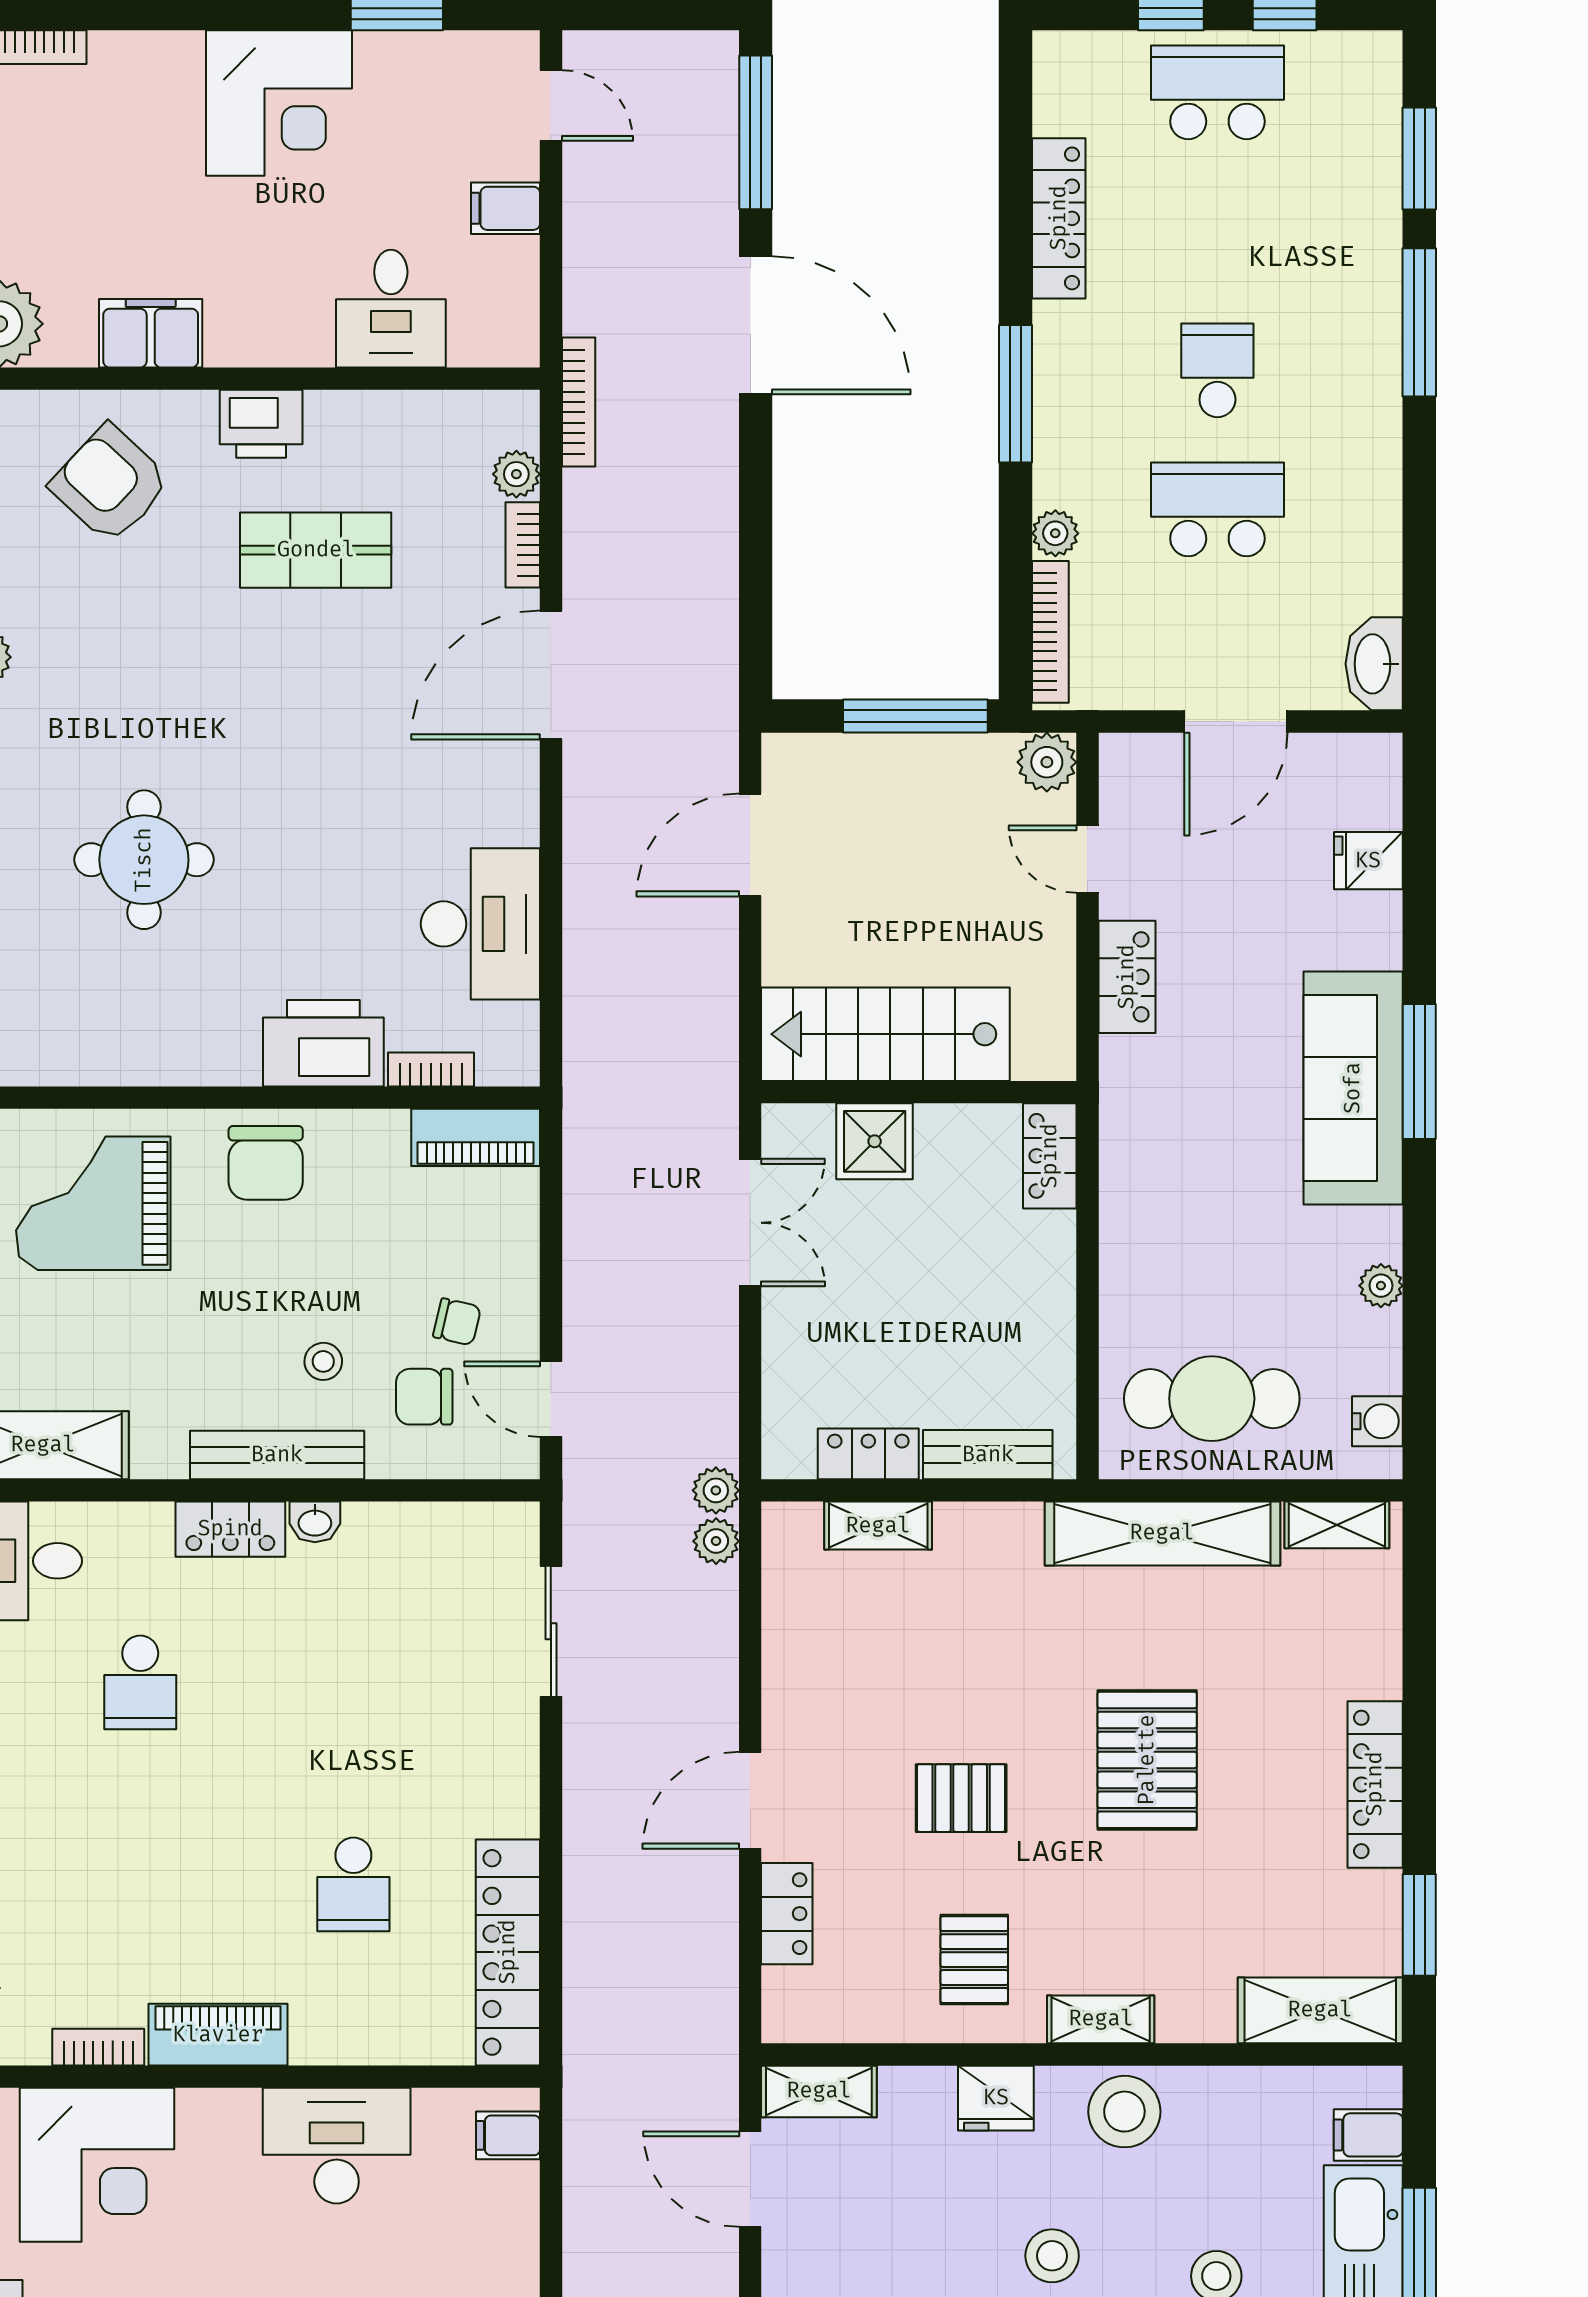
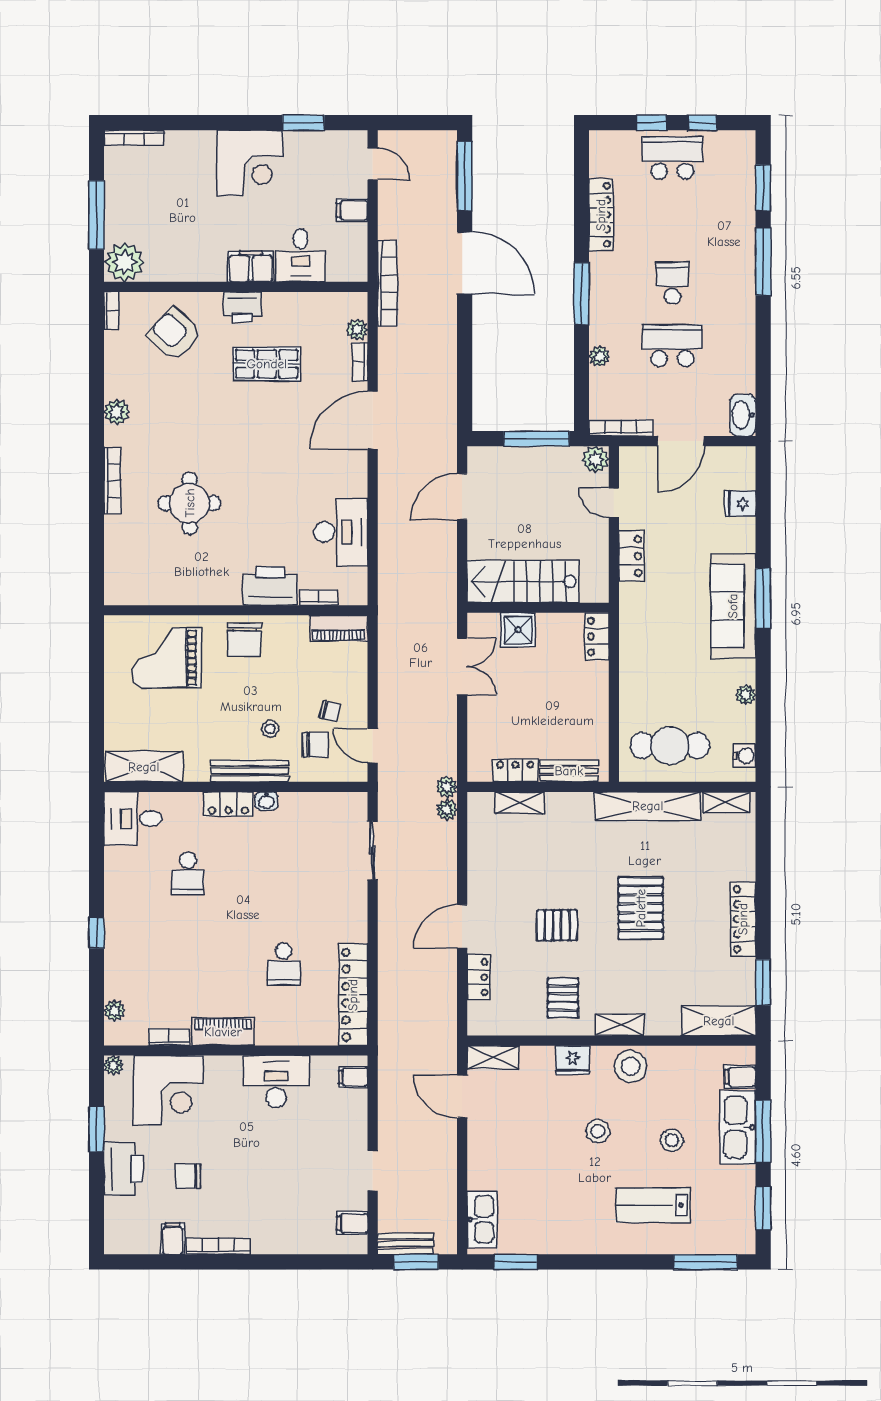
filing cabinet: (151, 333) -> (251, 266), moved
bookcase: (579, 402) -> (387, 283), width x1.48, depth x1.31
bookcase: (1050, 632) -> (621, 428), moved, turned -90
chair: (424, 1397) -> (316, 745), turned 180

